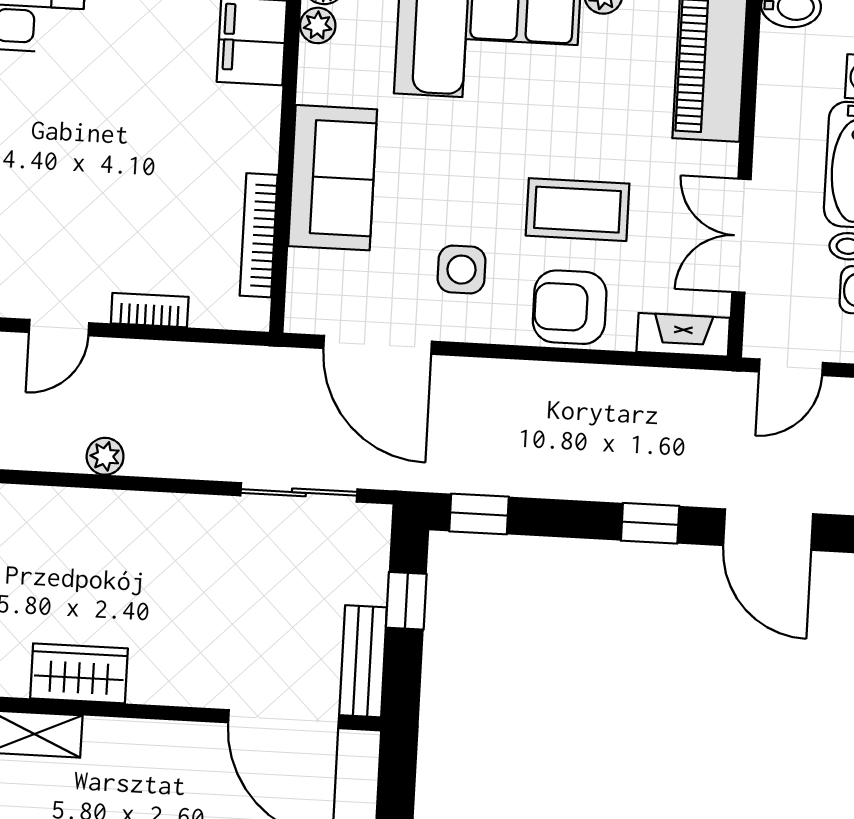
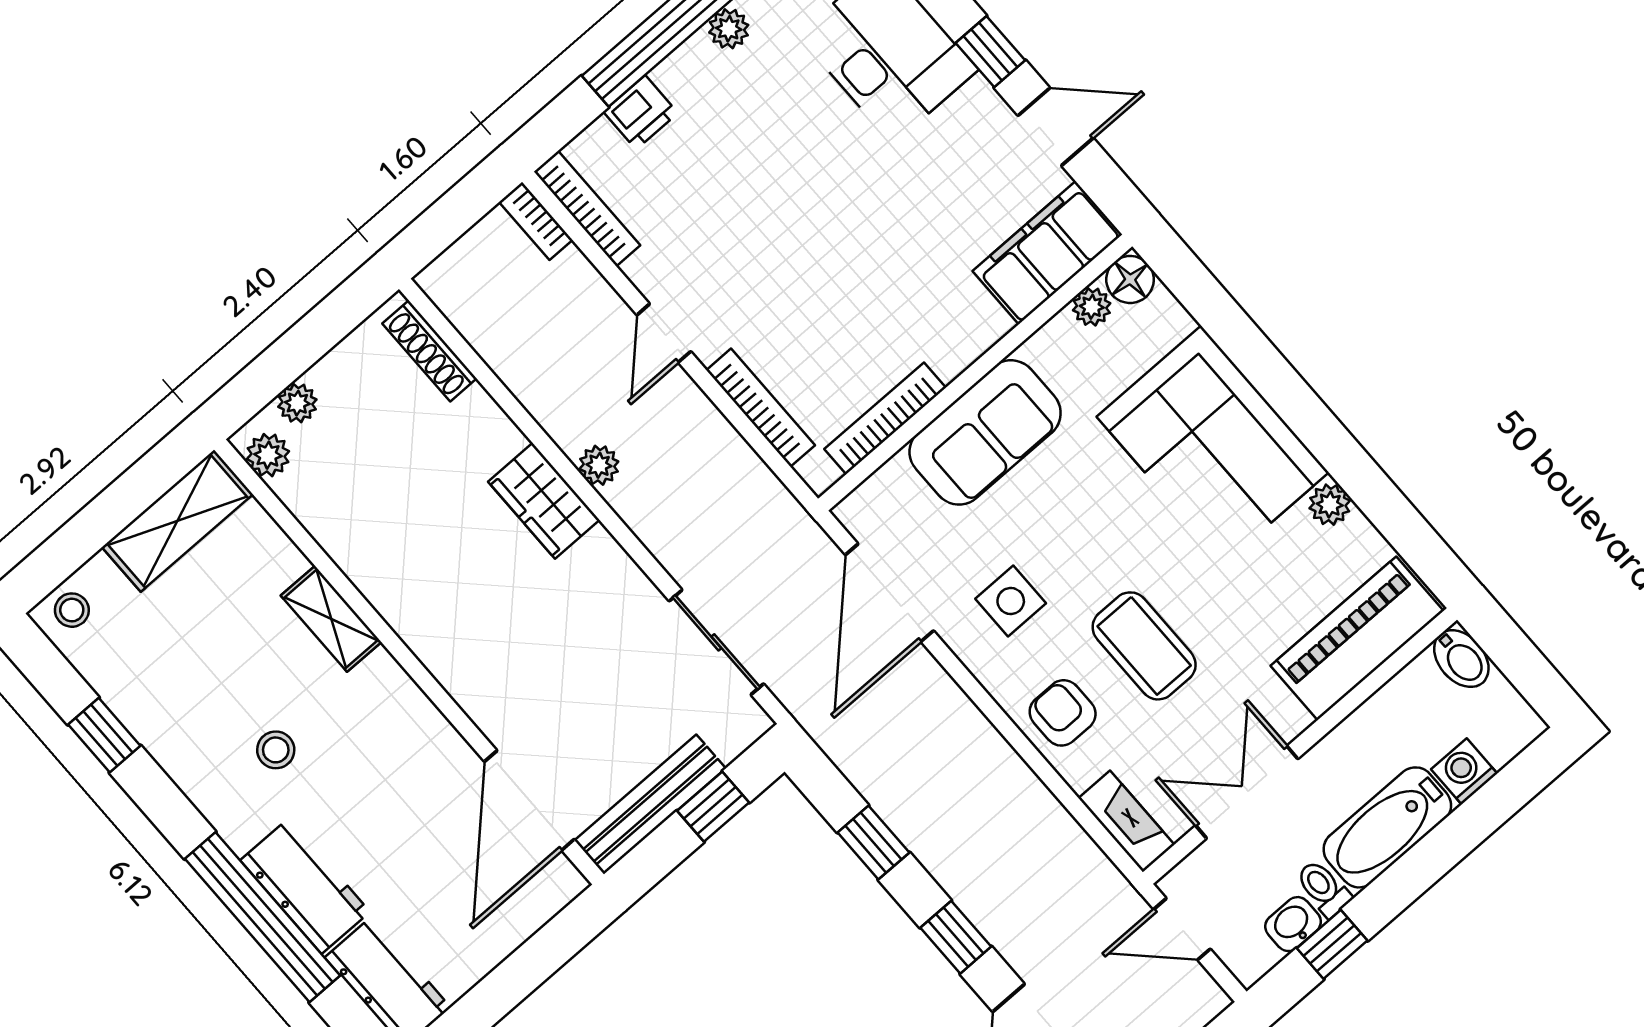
armchair: (570, 307) -> (1063, 713), width x0.72, depth x0.72
bookcase: (150, 310) -> (761, 408), width x1.56
door: (59, 328) -> (664, 333), hinge flipped
window: (479, 514) -> (873, 842), moved
bench: (363, 661) -> (650, 804), width x1.36
wardrobe: (79, 673) -> (544, 501), moved, turned 180

